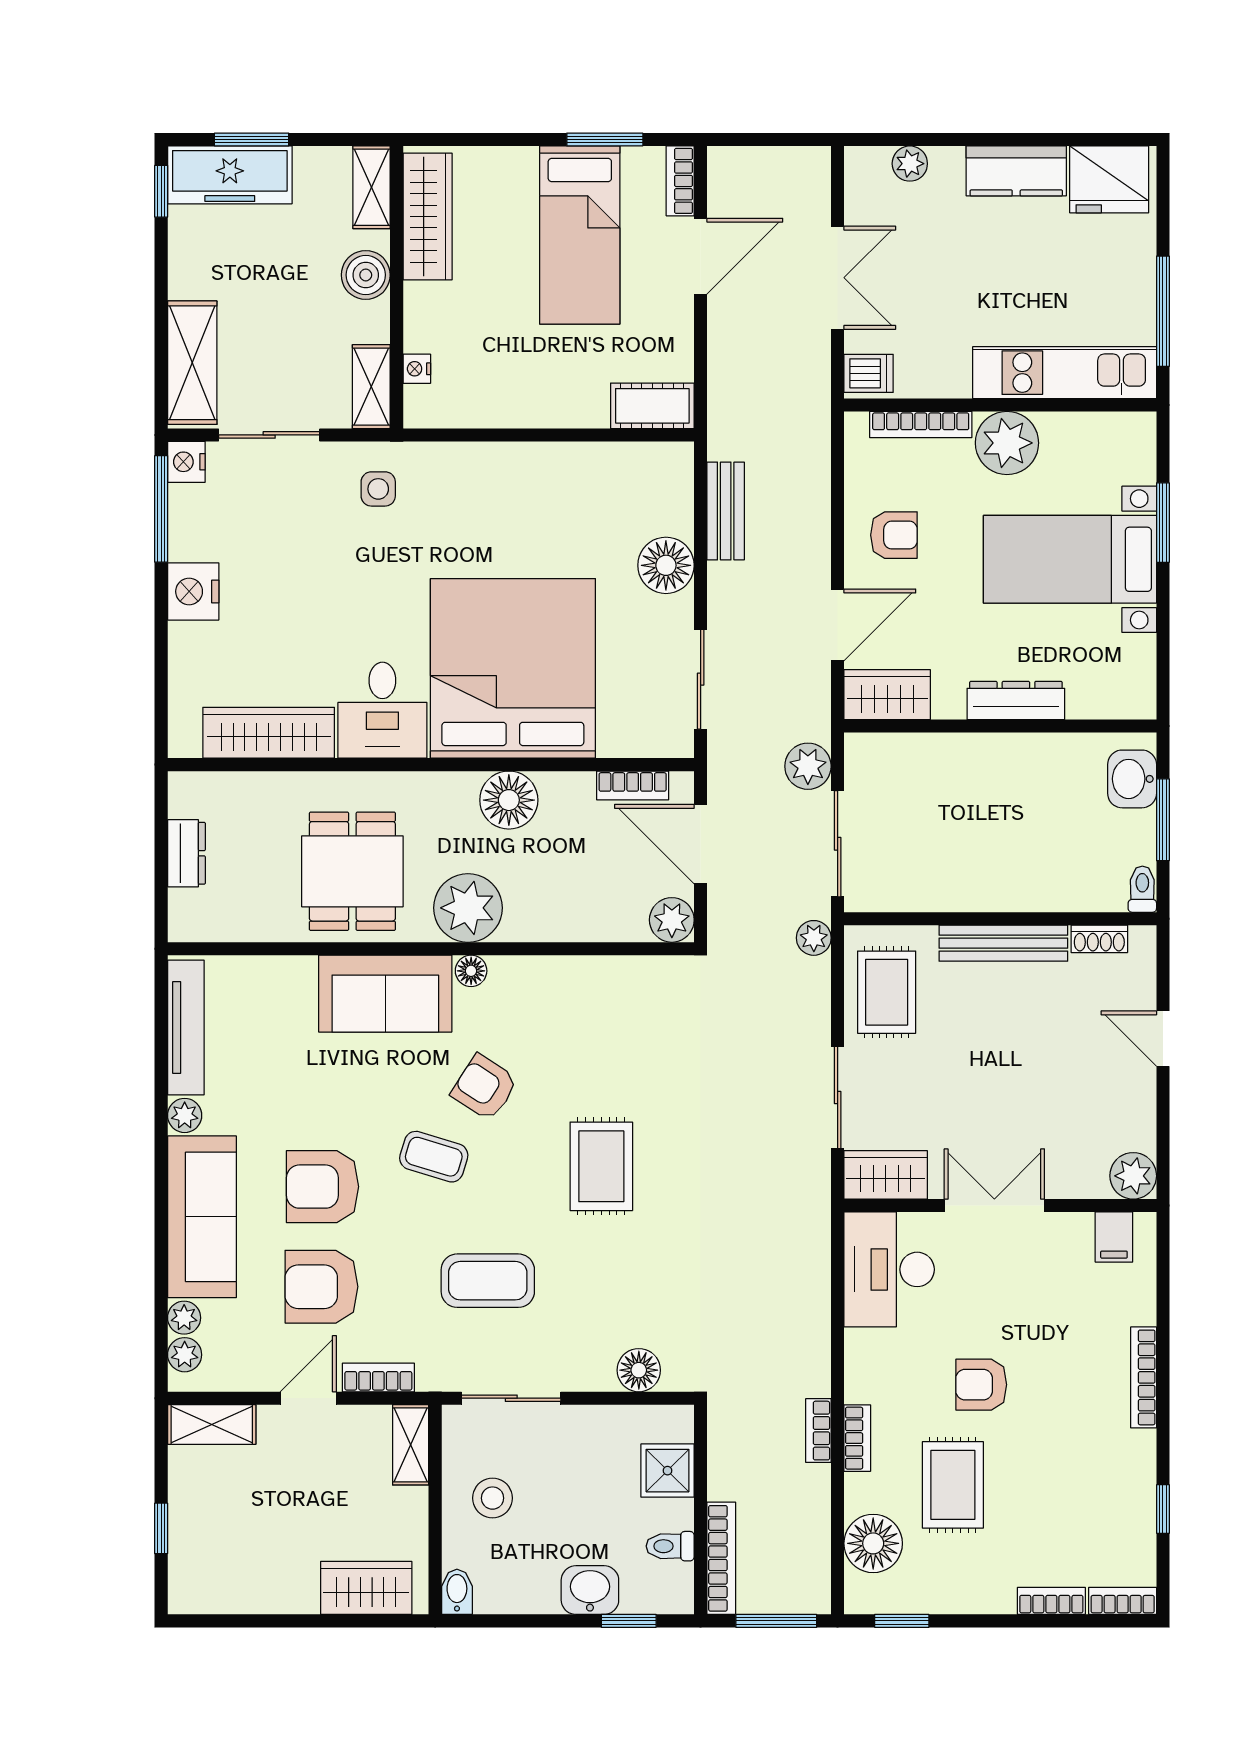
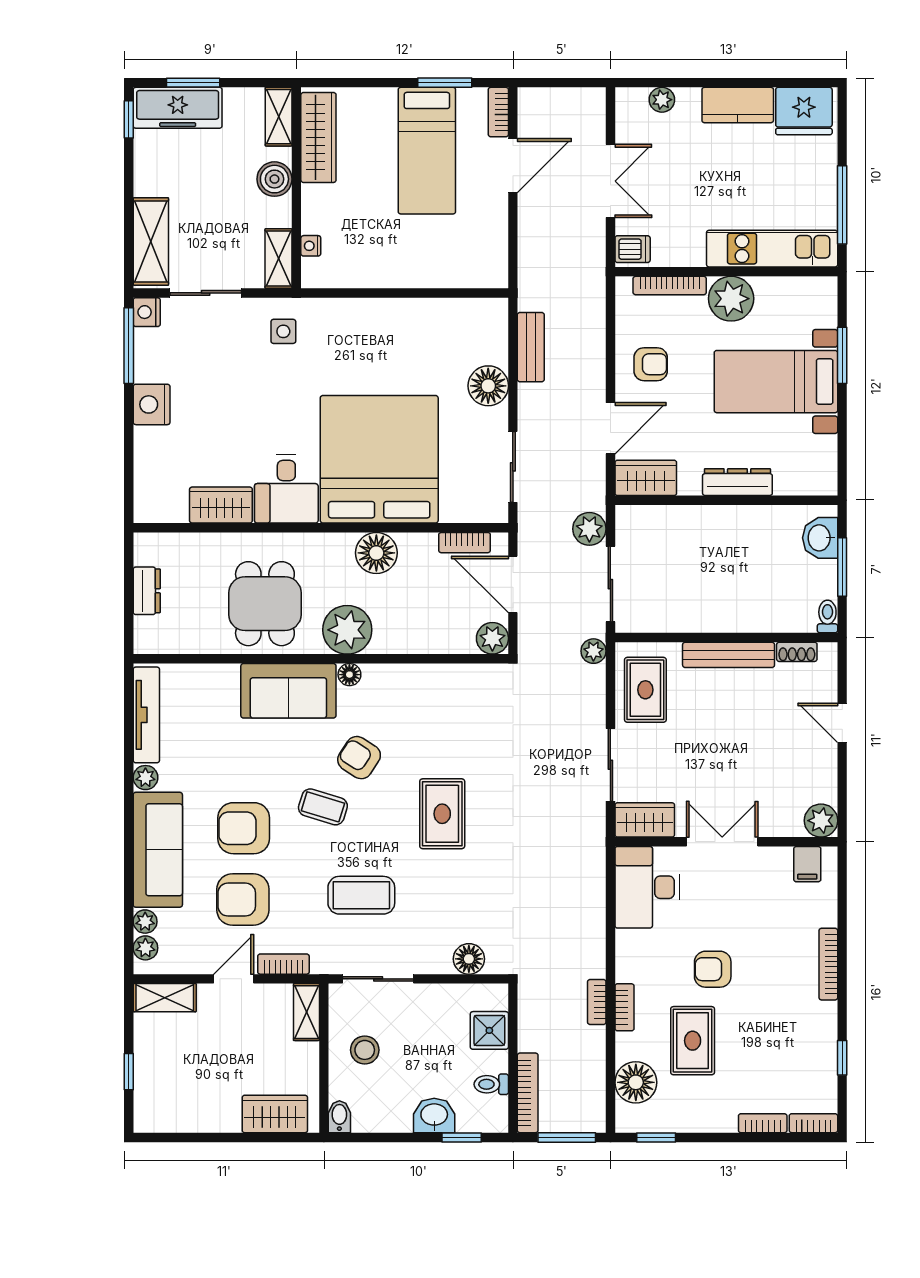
cot: (652, 406) -> (479, 272), removed
wardrobe: (269, 733) -> (221, 505), width x0.67

